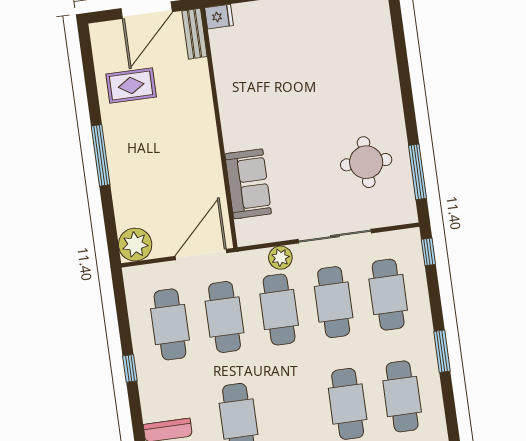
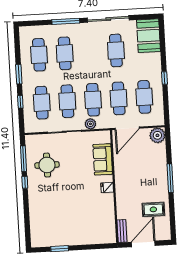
fridge: (219, 17) -> (107, 187), moved
window: (411, 121) -> (25, 182), added
window: (428, 252) -> (20, 102), moved

